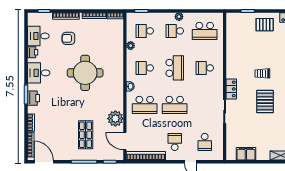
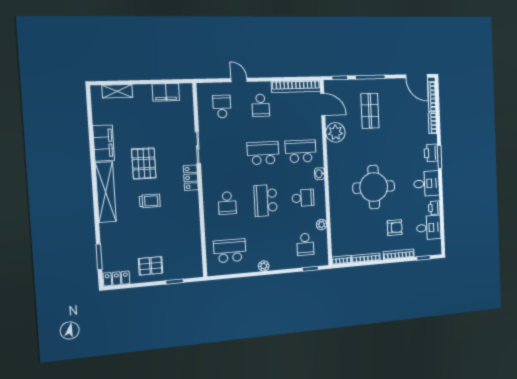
school desk: (145, 31) -> (305, 244), turned 90
school desk: (175, 31) -> (268, 247), removed
school desk: (205, 68) -> (227, 203), turned 90

